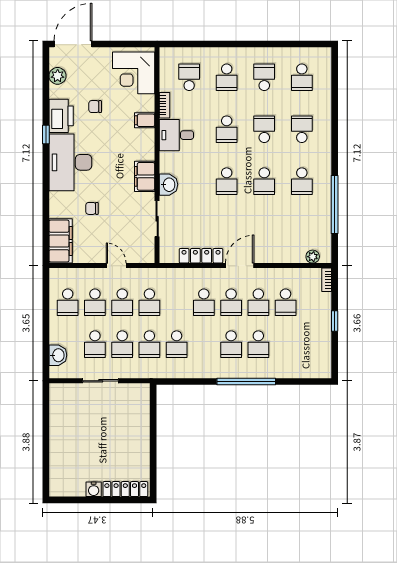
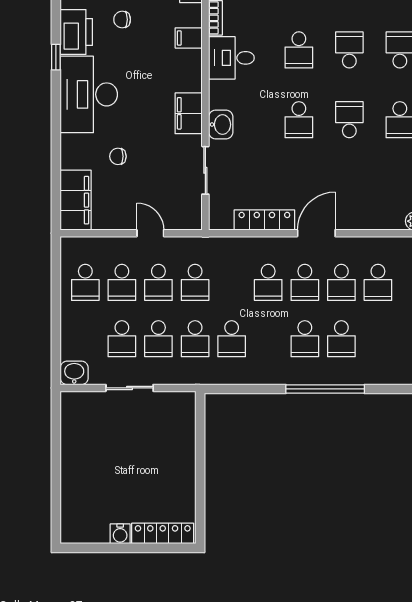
school desk: (264, 181) -> (349, 120), turned 180
washbasin: (58, 355) -> (74, 373), moved, turned -90

